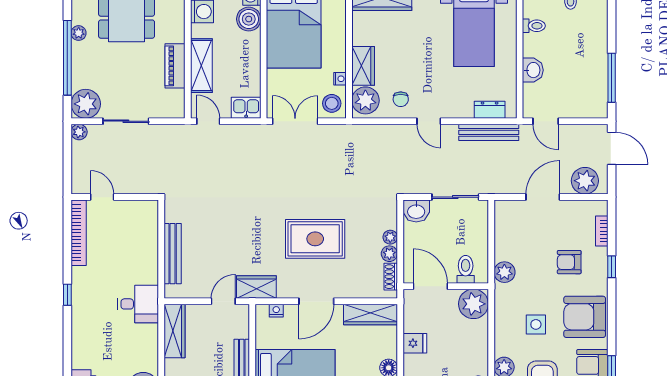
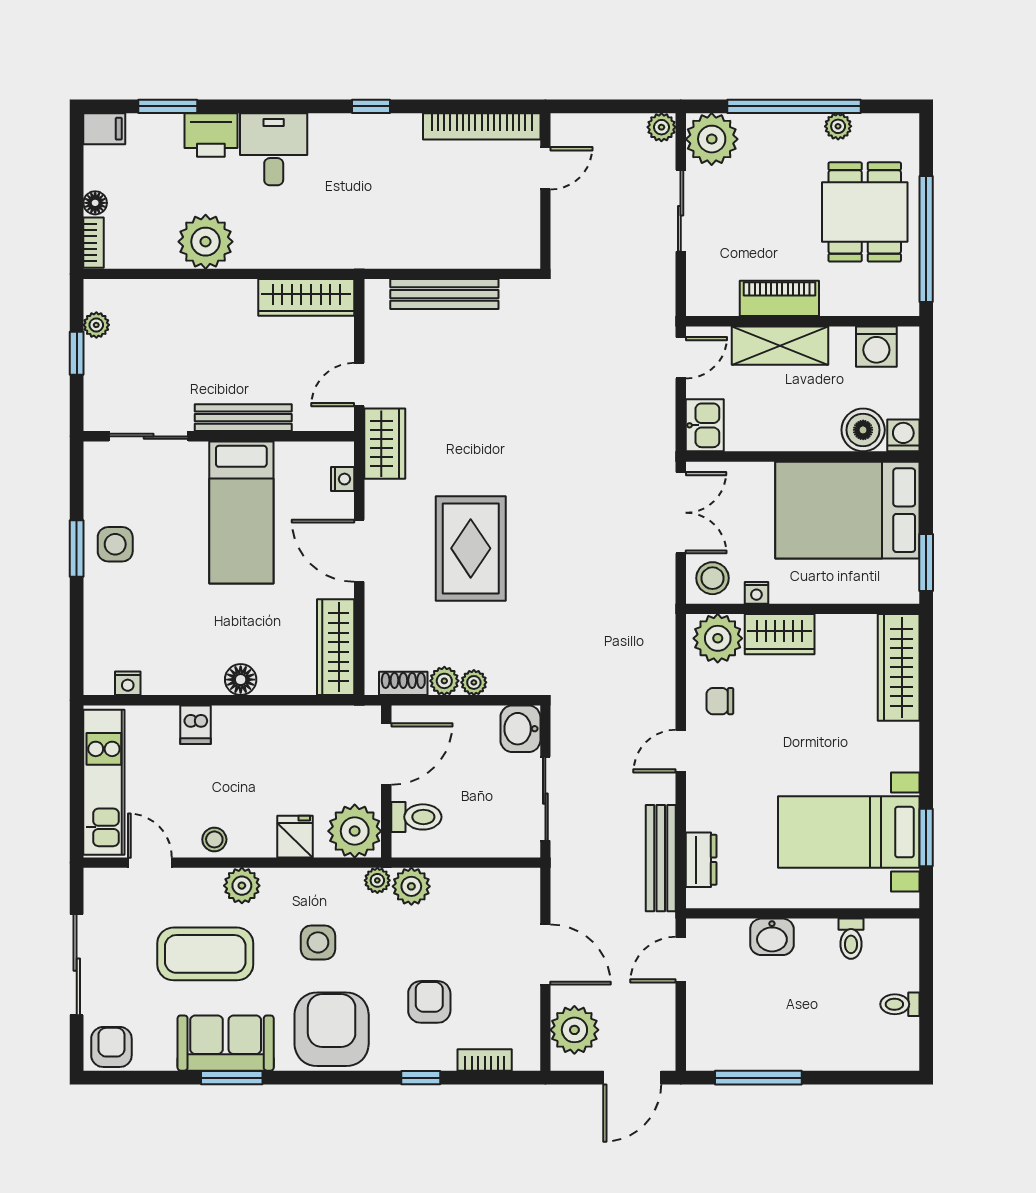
plant: (501, 291) -> (377, 880), added
door: (223, 301) -> (359, 385), swing flipped
desk: (138, 304) -> (274, 149), moved, turned 180
fridge: (415, 343) -> (295, 837), moved, turned 180

